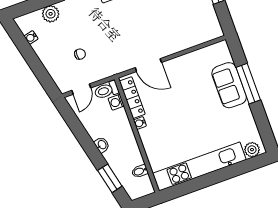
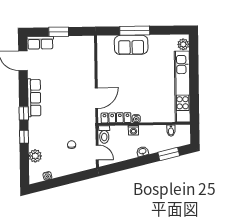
washing machine: (116, 102) -> (133, 130), moved

